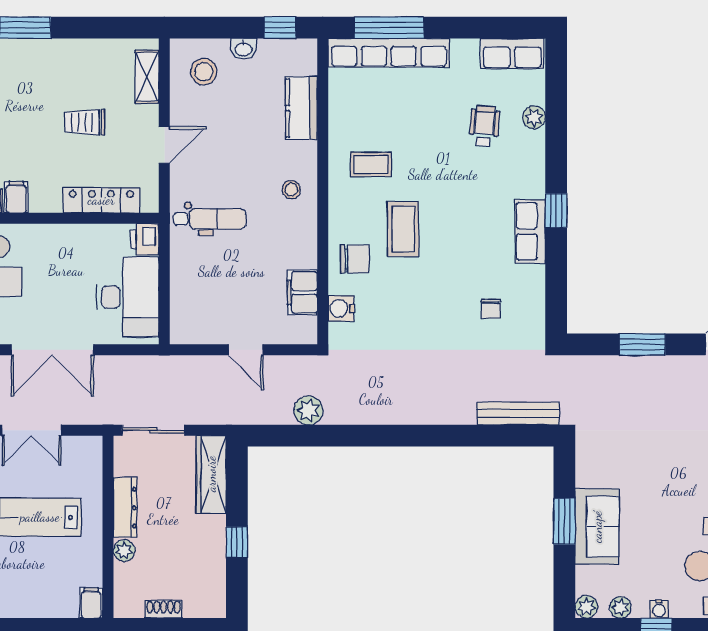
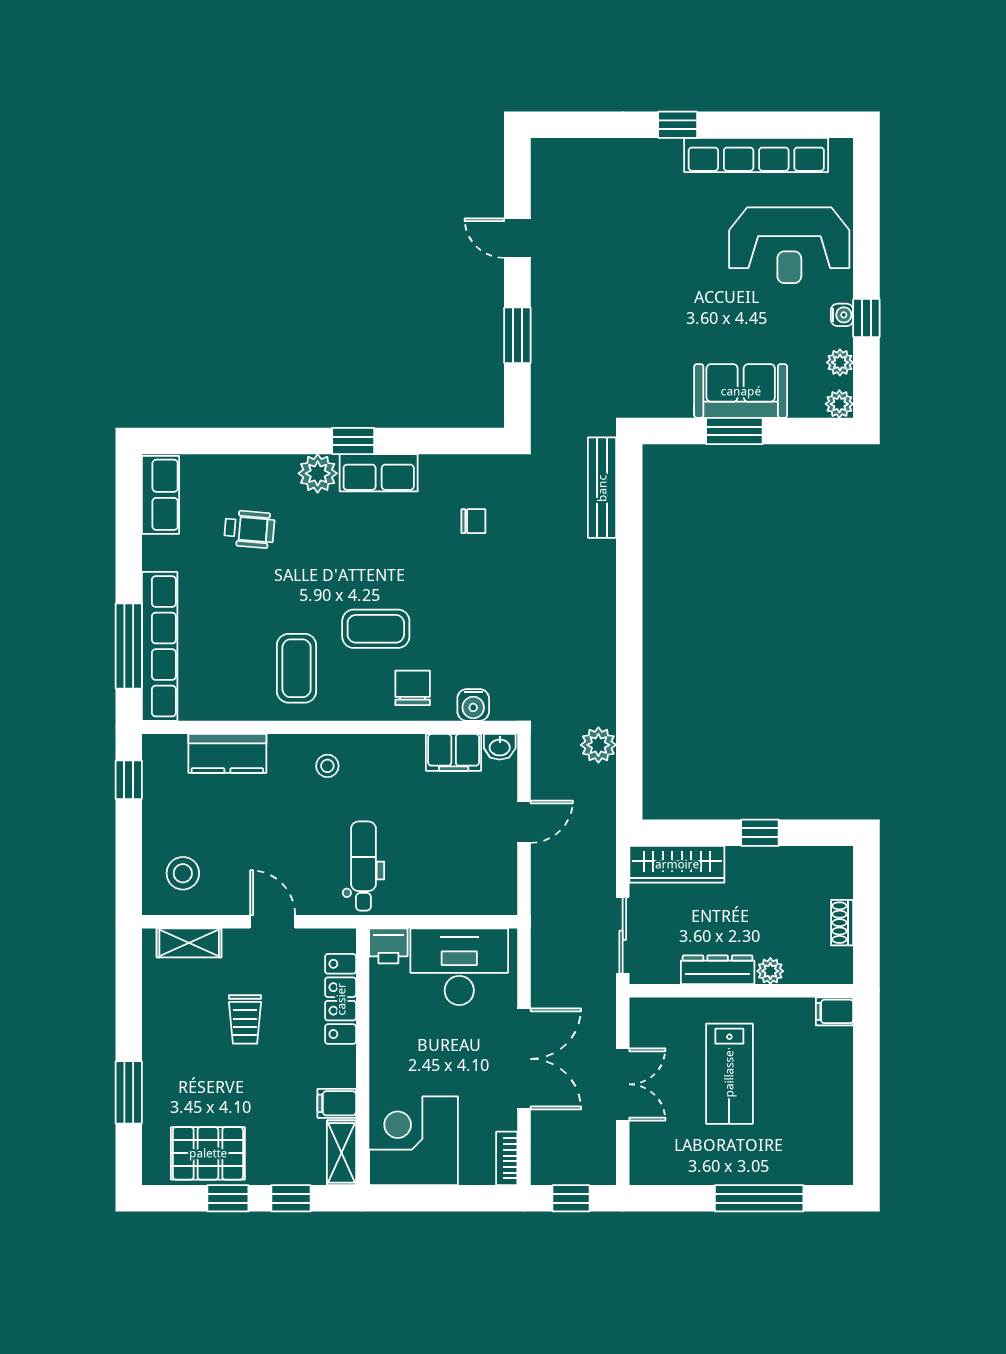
washbasin: (243, 49) -> (500, 747), moved, turned 90
plant: (534, 117) -> (318, 473), moved, width x1.38, depth x1.38
wheelchair: (484, 126) -> (249, 529), turned 180
coffee table: (371, 164) -> (297, 668), width x1.36, depth x1.30

